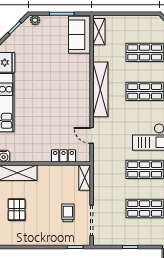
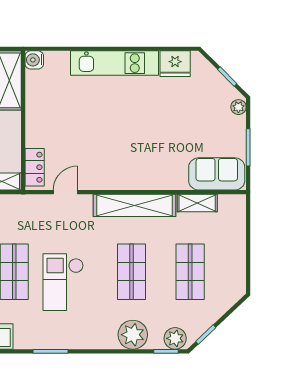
shelving: (99, 32) -> (197, 203), moved
locker: (63, 156) -> (35, 167), moved

